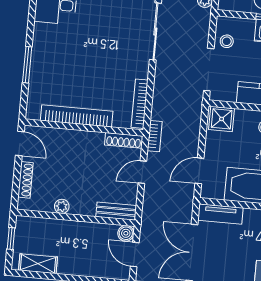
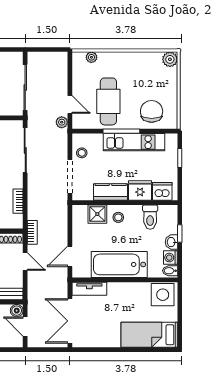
bookcase: (140, 104) -> (18, 201), width x0.64
shower: (222, 119) -> (97, 214), moved
door: (142, 172) -> (25, 262), swing flipped

